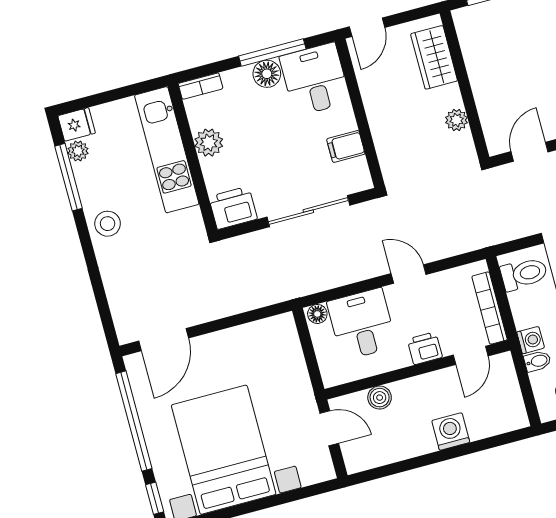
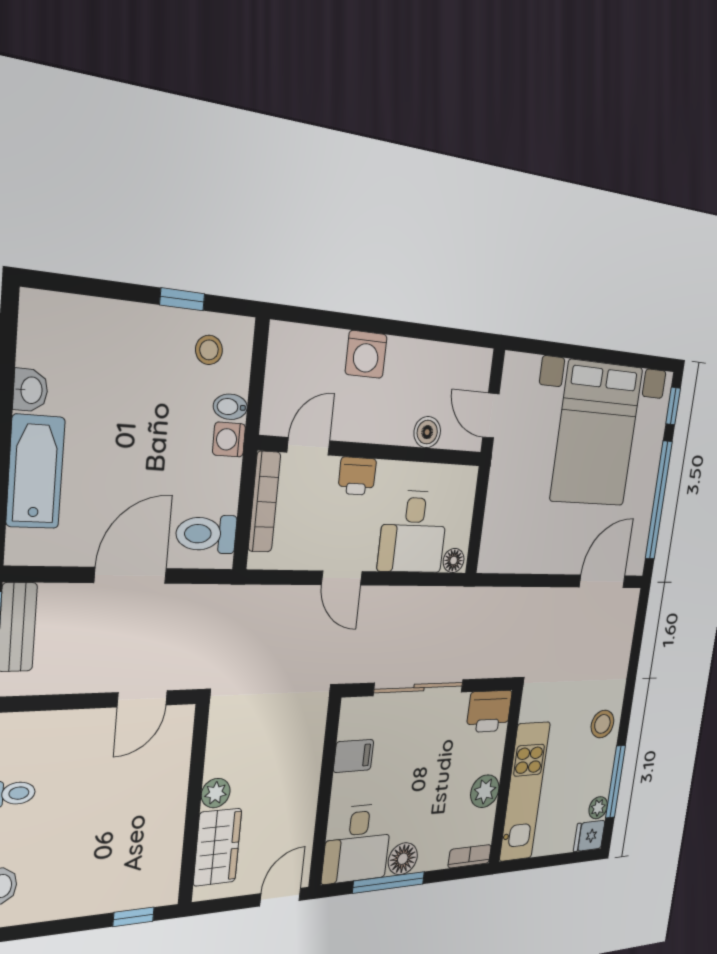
plant: (457, 120) -> (216, 793), moved

